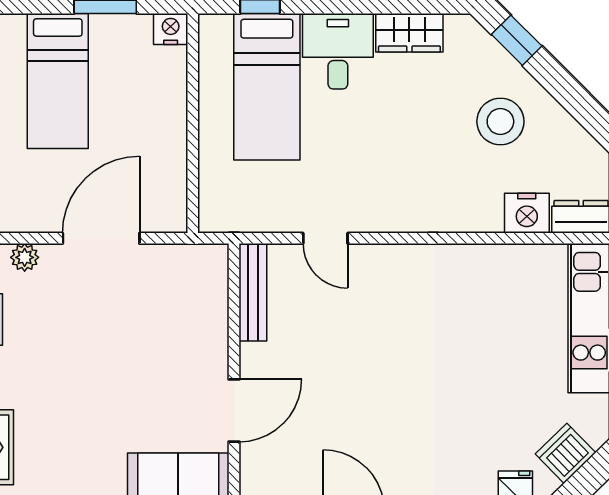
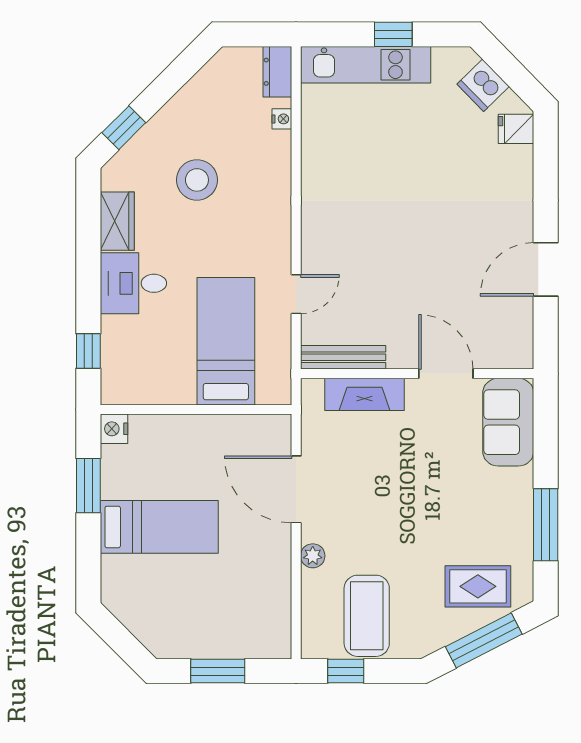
bed: (267, 87) -> (226, 341), moved, turned -90
stool: (500, 121) -> (197, 180), moved
nightstand: (527, 213) -> (282, 119), width x0.53, depth x0.56
fireplace: (210, 317) -> (364, 394), added

